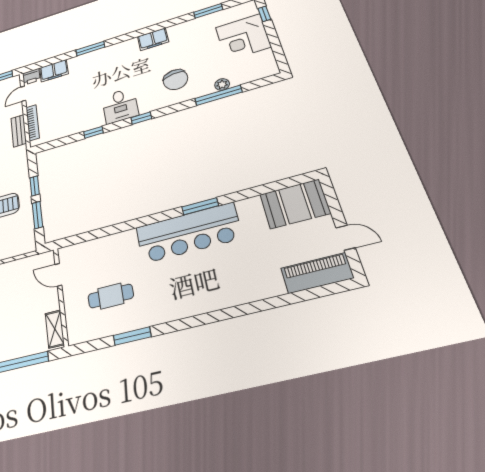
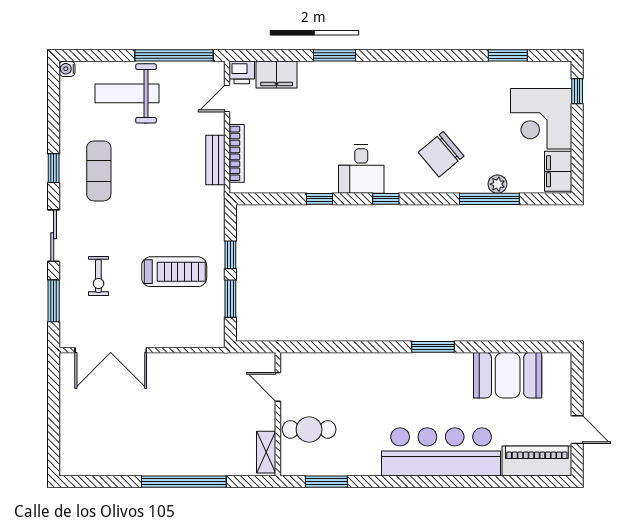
filing cabinet: (153, 39) -> (558, 171), moved, turned 90
chair: (175, 80) -> (441, 154), turned 58
booth: (295, 204) -> (508, 375), moved
bar counter: (188, 233) -> (441, 452), moved, turned 180
door: (58, 275) -> (278, 387), moved
wall: (61, 296) -> (278, 414), moved
shelving: (55, 329) -> (266, 452), moved

